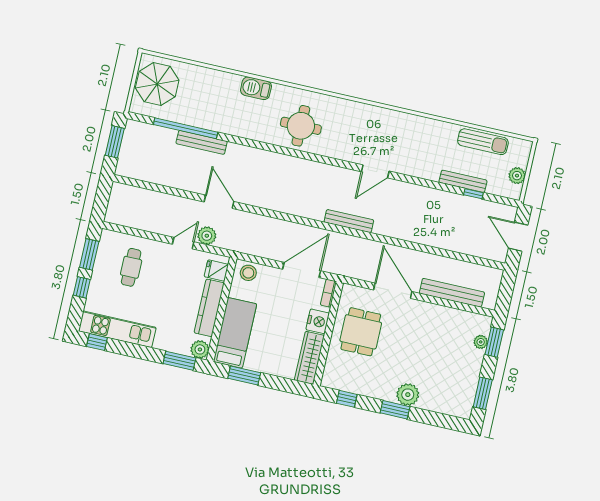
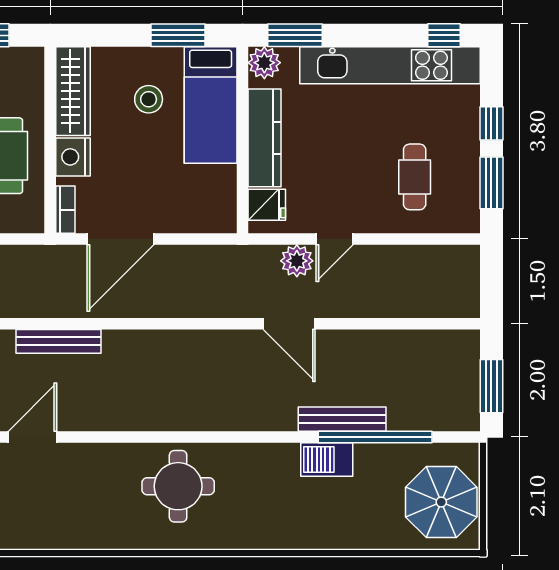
barbecue: (256, 88) -> (327, 460), moved, turned 180
stool: (248, 273) -> (149, 99), moved
kitchen unit: (117, 329) -> (390, 65), width x1.36

